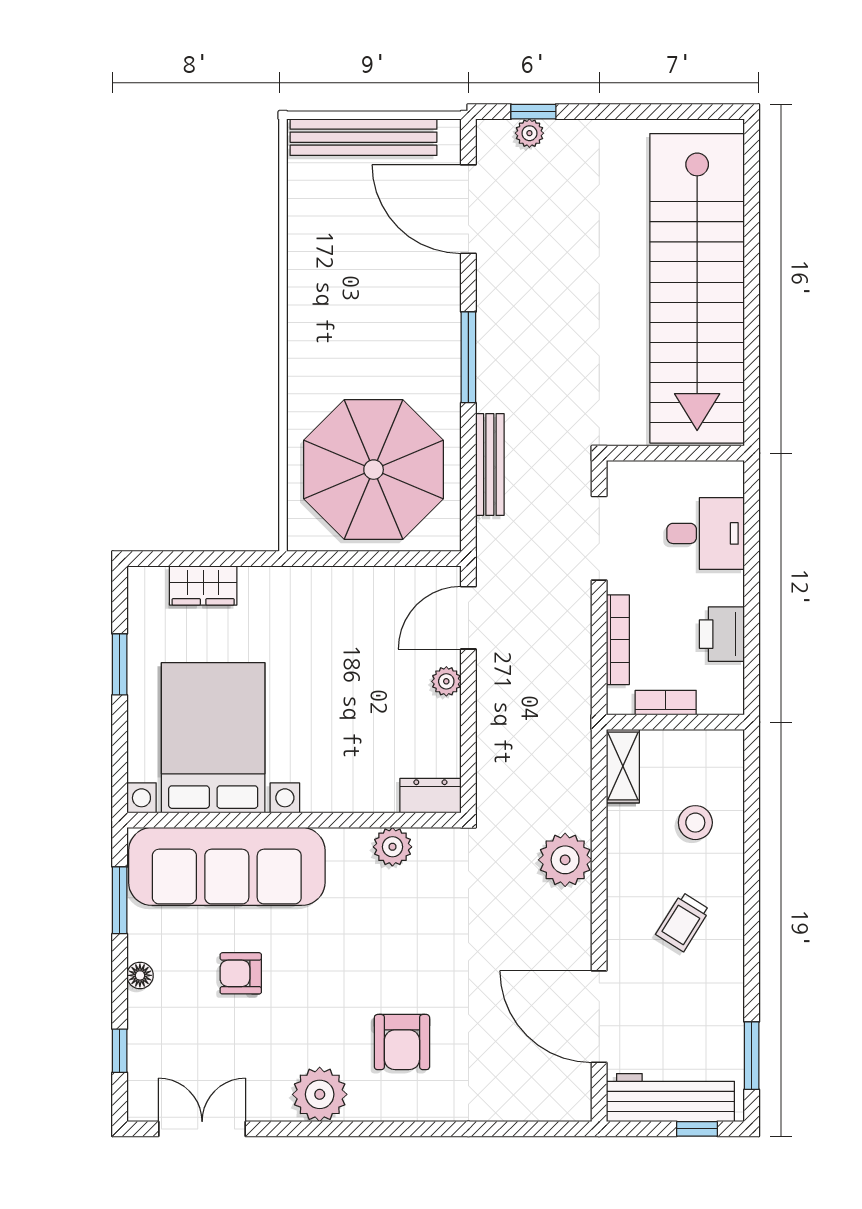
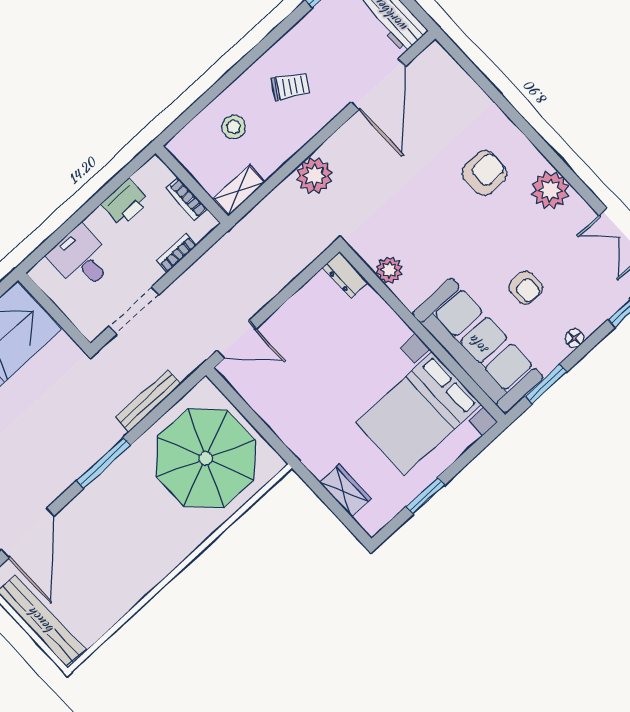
bookcase: (618, 640) -> (177, 253), width x0.64
plant: (446, 681) -> (279, 321), removed

